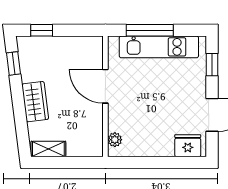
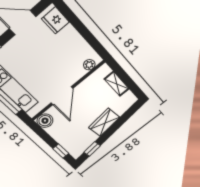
boiler: (93, 46) -> (45, 121), added
shelving: (48, 149) -> (117, 84), moved

